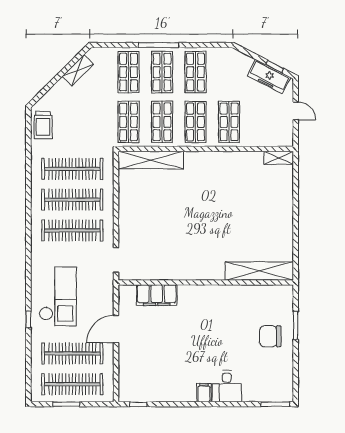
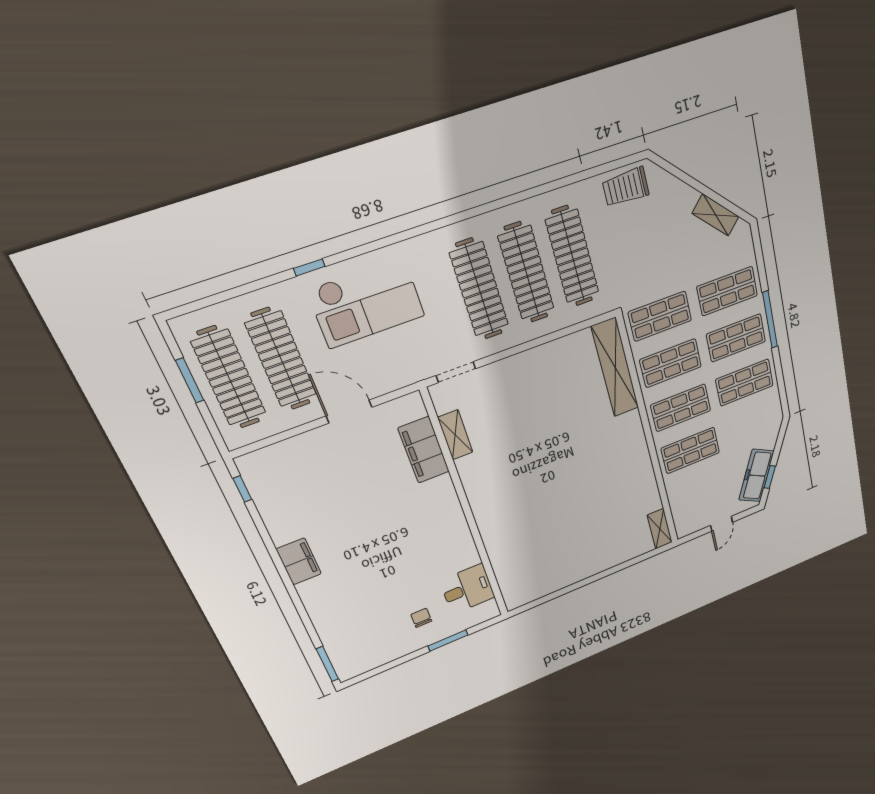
shelving: (259, 271) -> (455, 435), moved, width x0.45, depth x0.75
chair: (270, 336) -> (421, 618), width x0.54, depth x0.54
desk: (227, 386) -> (467, 589), moved, turned 180
filing cabinet: (204, 393) -> (299, 561), width x2.00

